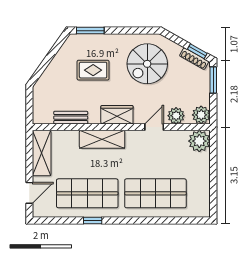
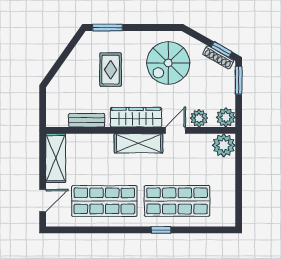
rug: (93, 70) -> (111, 70), turned 90
wardrobe: (117, 115) -> (136, 117), width x1.50
shelving: (102, 139) -> (139, 143), moved
window: (93, 221) -> (161, 230), moved

